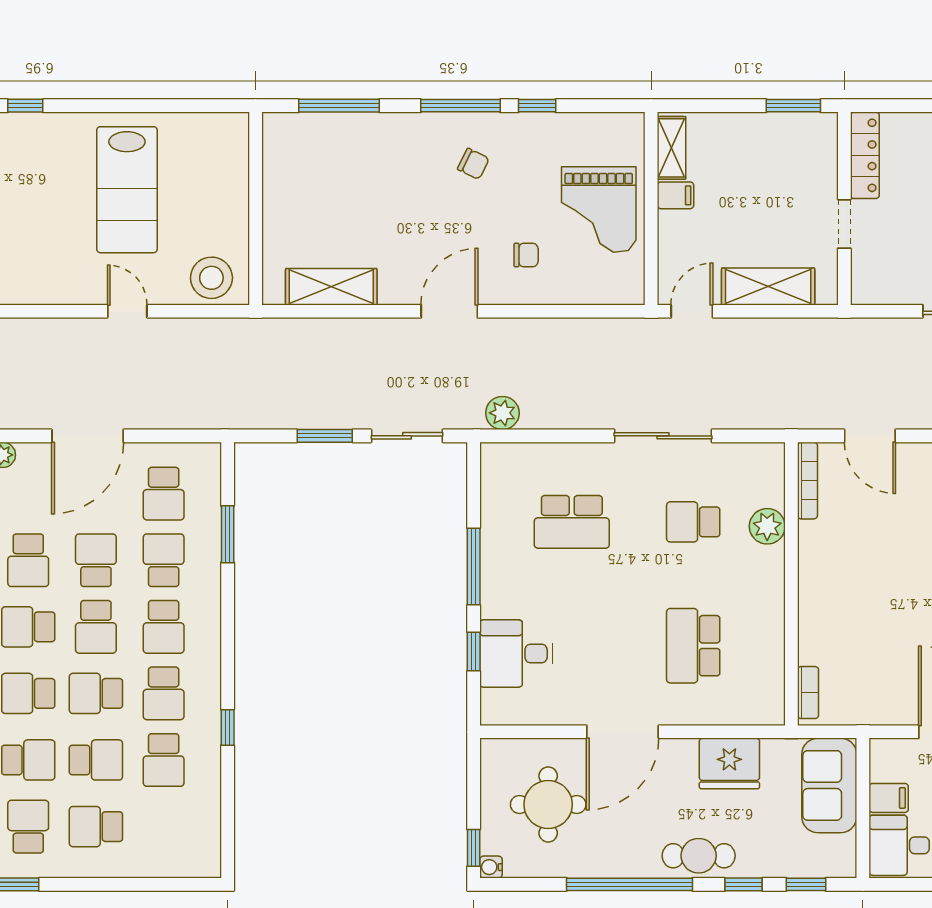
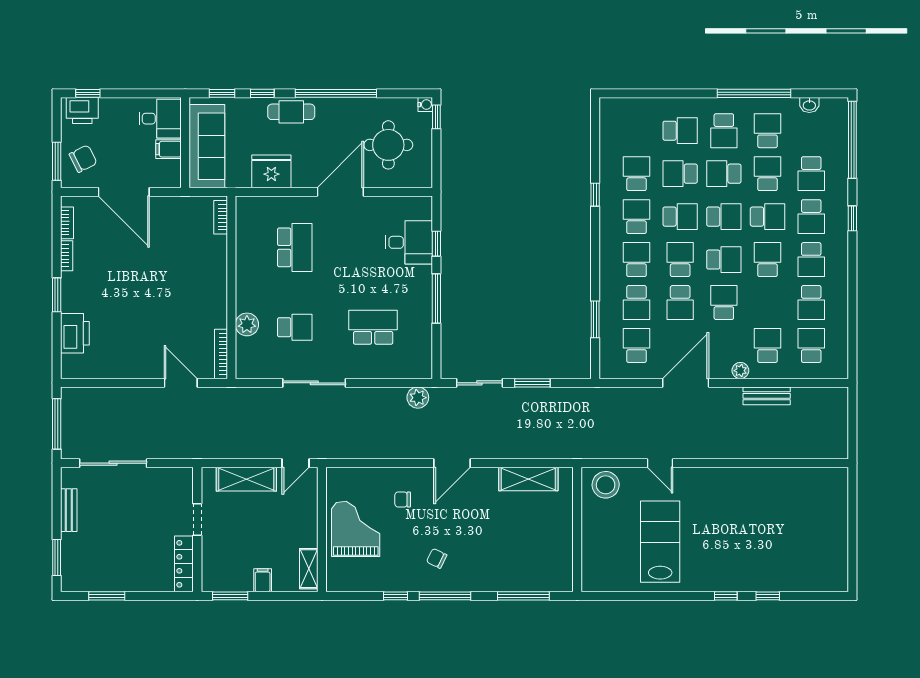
filing cabinet: (675, 195) -> (263, 580), moved, turned 90
sofa: (829, 785) -> (207, 146), width x1.36

